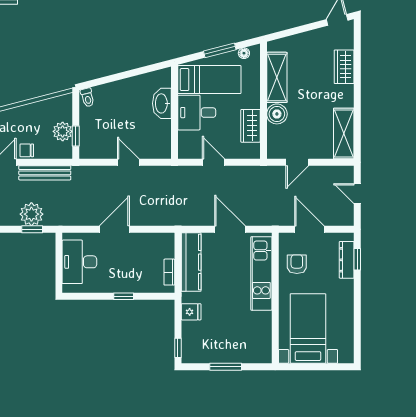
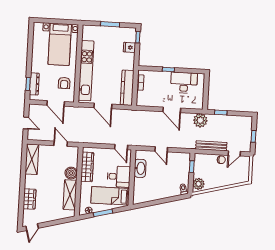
washbasin: (162, 103) -> (140, 168), moved
wardrobe: (250, 126) -> (87, 167), width x1.50
plant: (63, 131) -> (199, 184), moved
door: (213, 162) -> (121, 147), moved
door: (297, 162) -> (61, 144), hinge flipped
plant: (31, 214) -> (200, 120), moved
door: (114, 229) -> (172, 110), hinge flipped
desk: (79, 262) -> (184, 83), moved, turned -90
kitchen unit: (261, 273) -> (86, 71), width x1.36
fridge: (191, 312) -> (129, 47), moved

